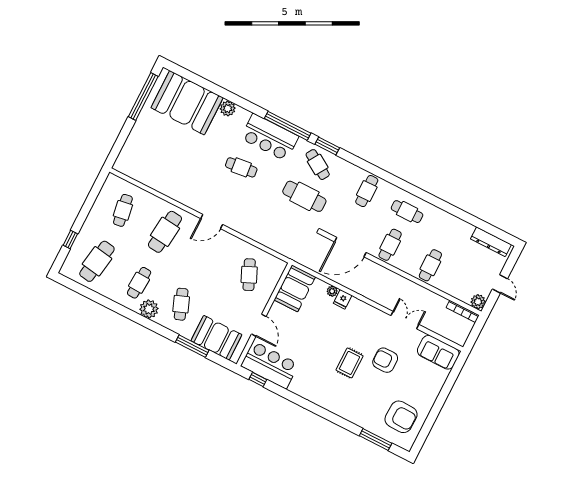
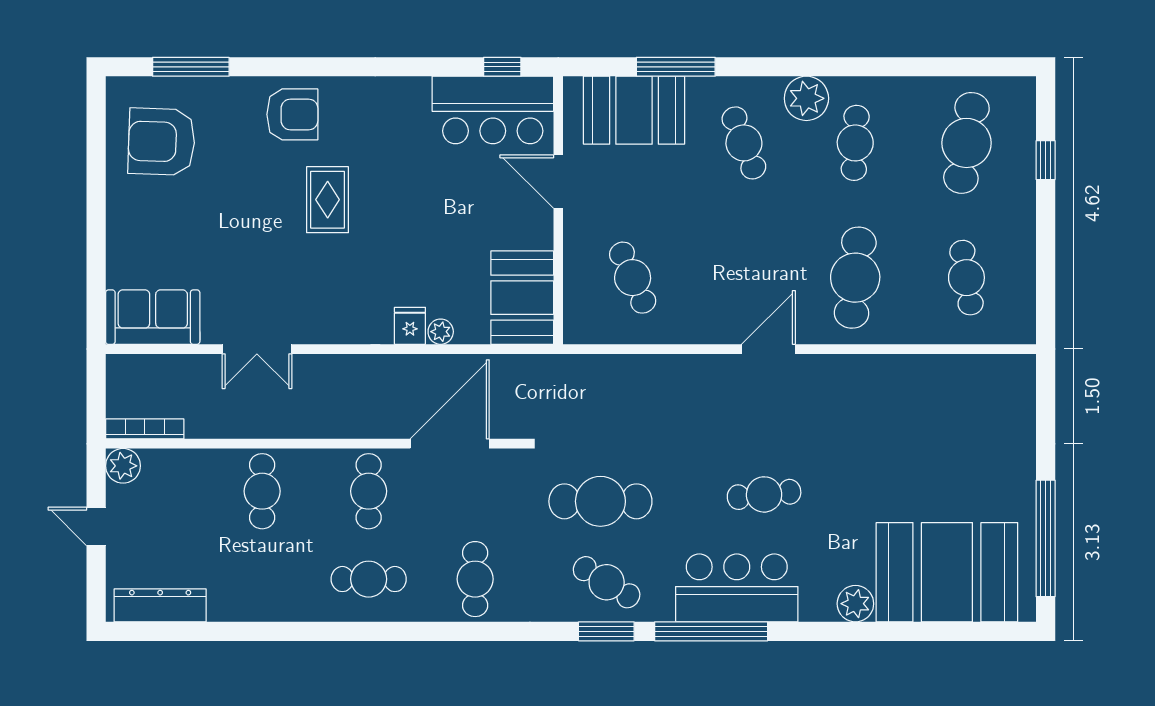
armchair: (385, 360) -> (292, 114), moved

